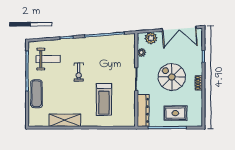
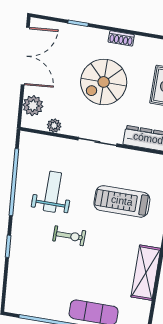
weight bench: (48, 59) -> (52, 192), moved
treadmill: (104, 99) -> (122, 201), turned 180

